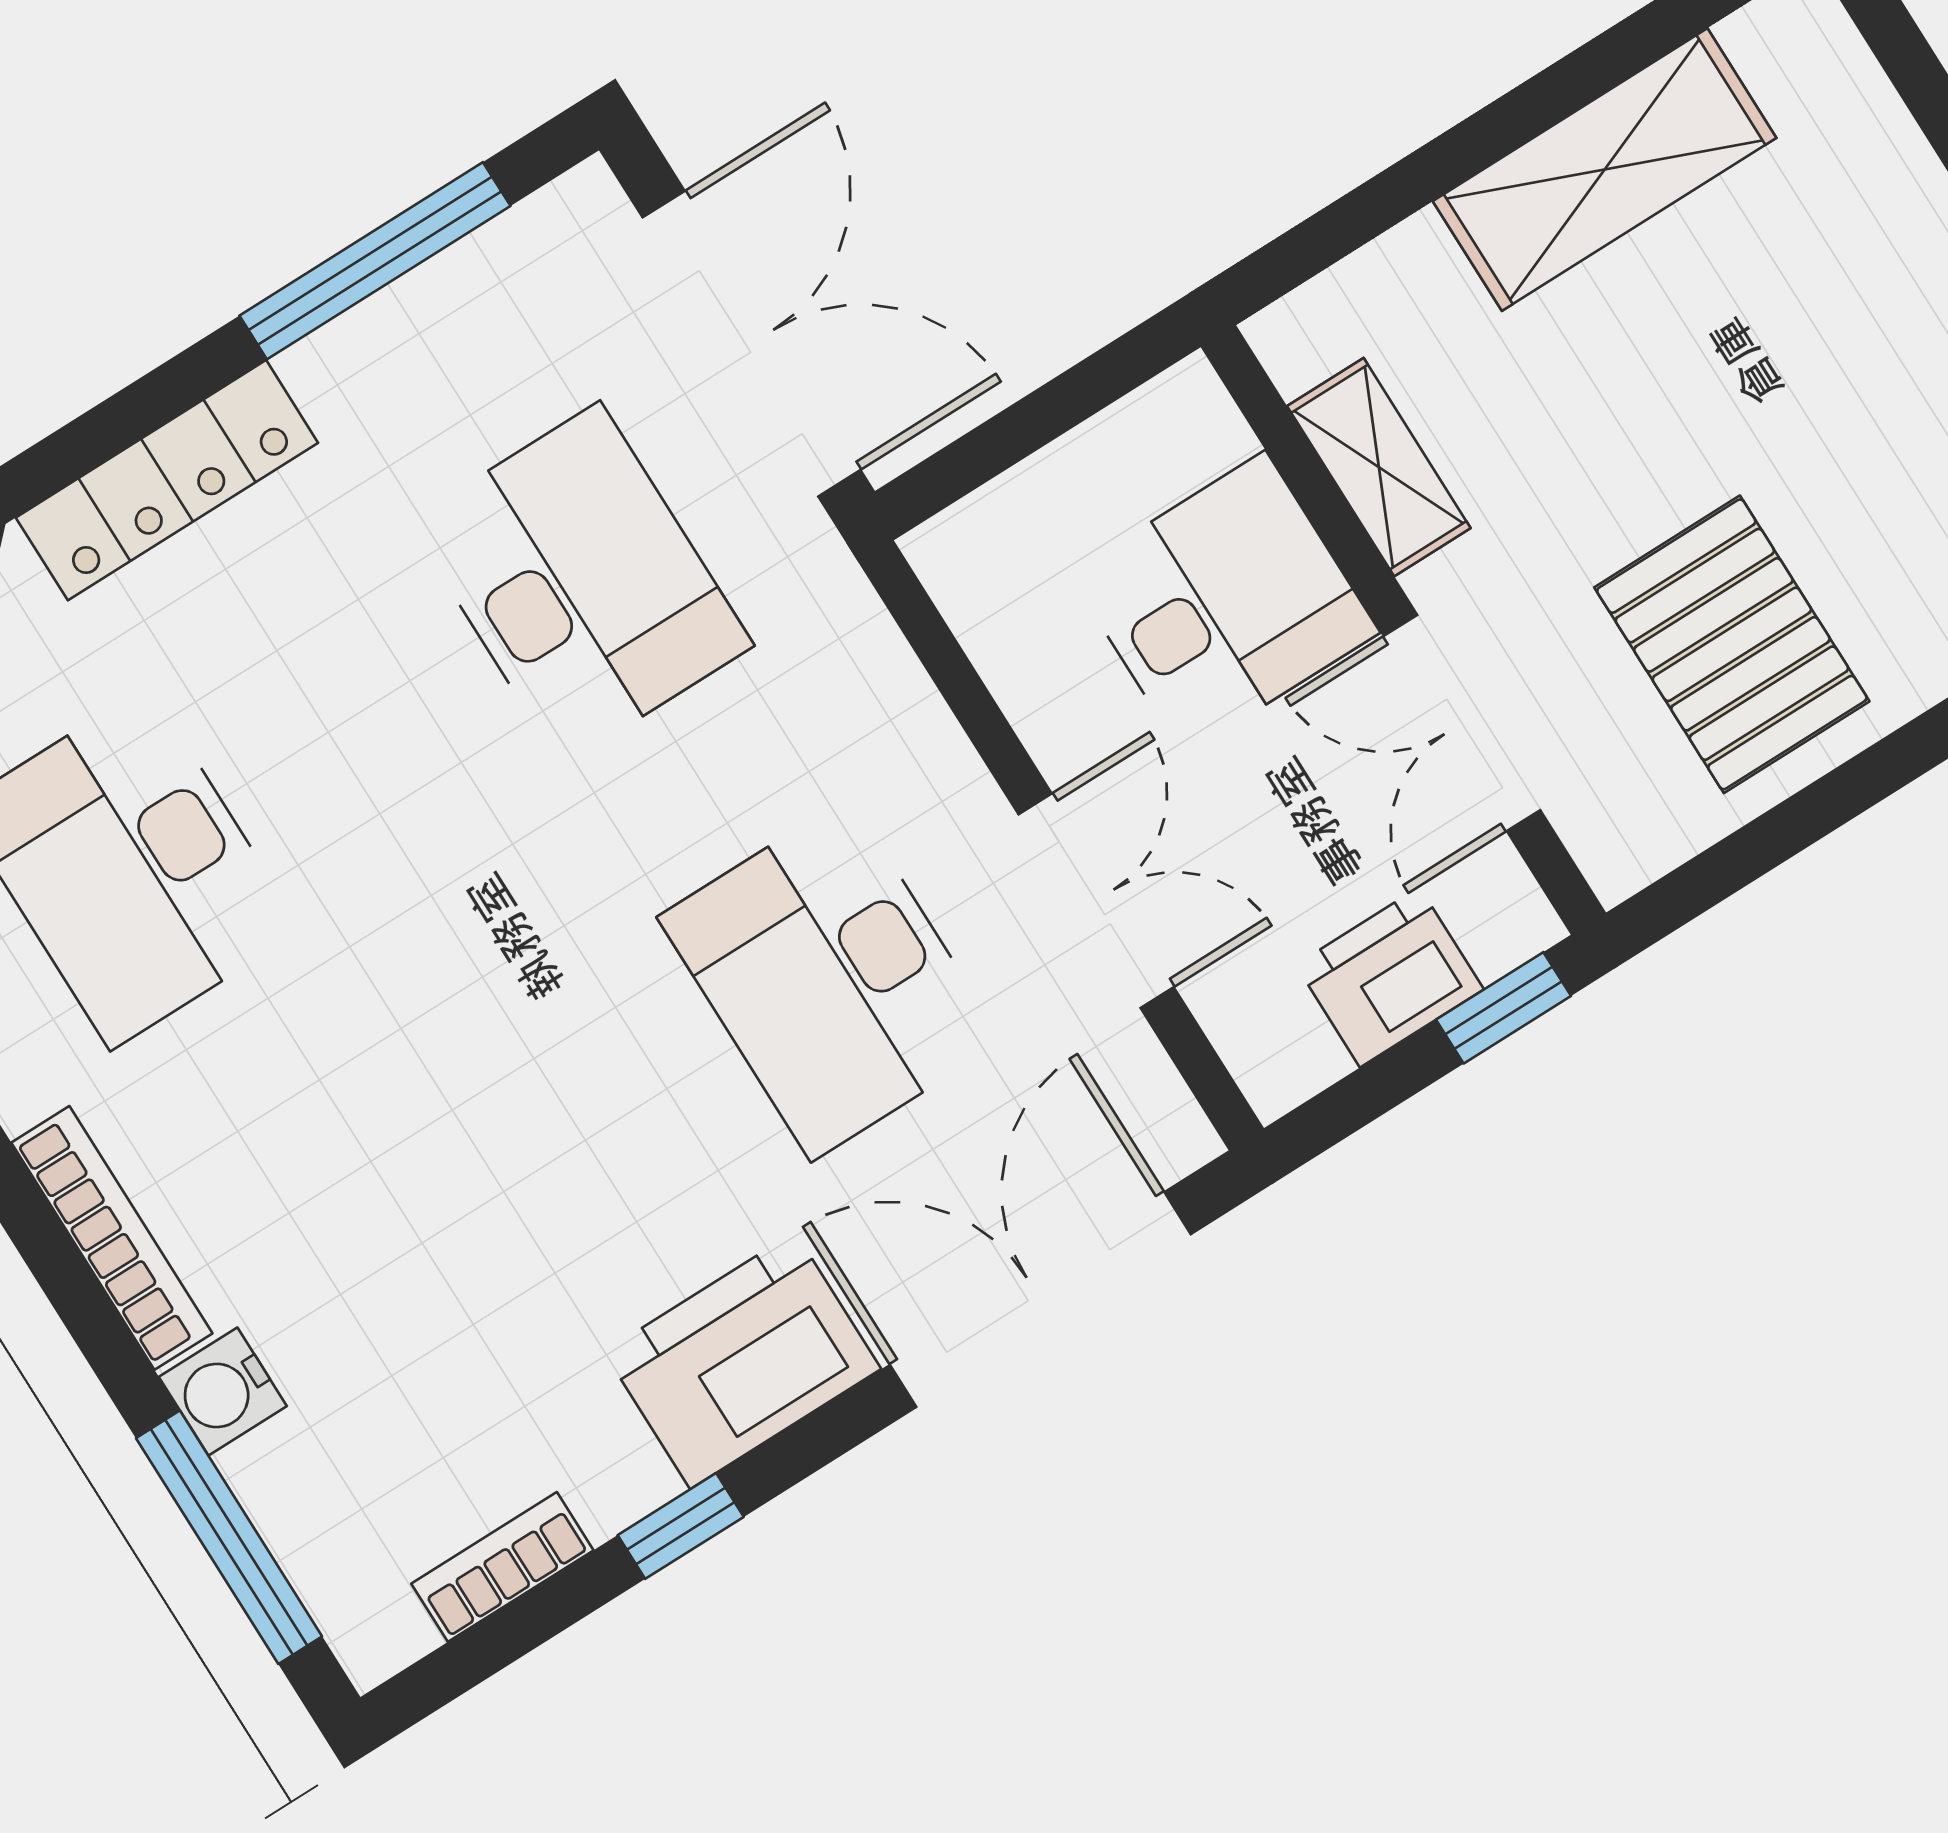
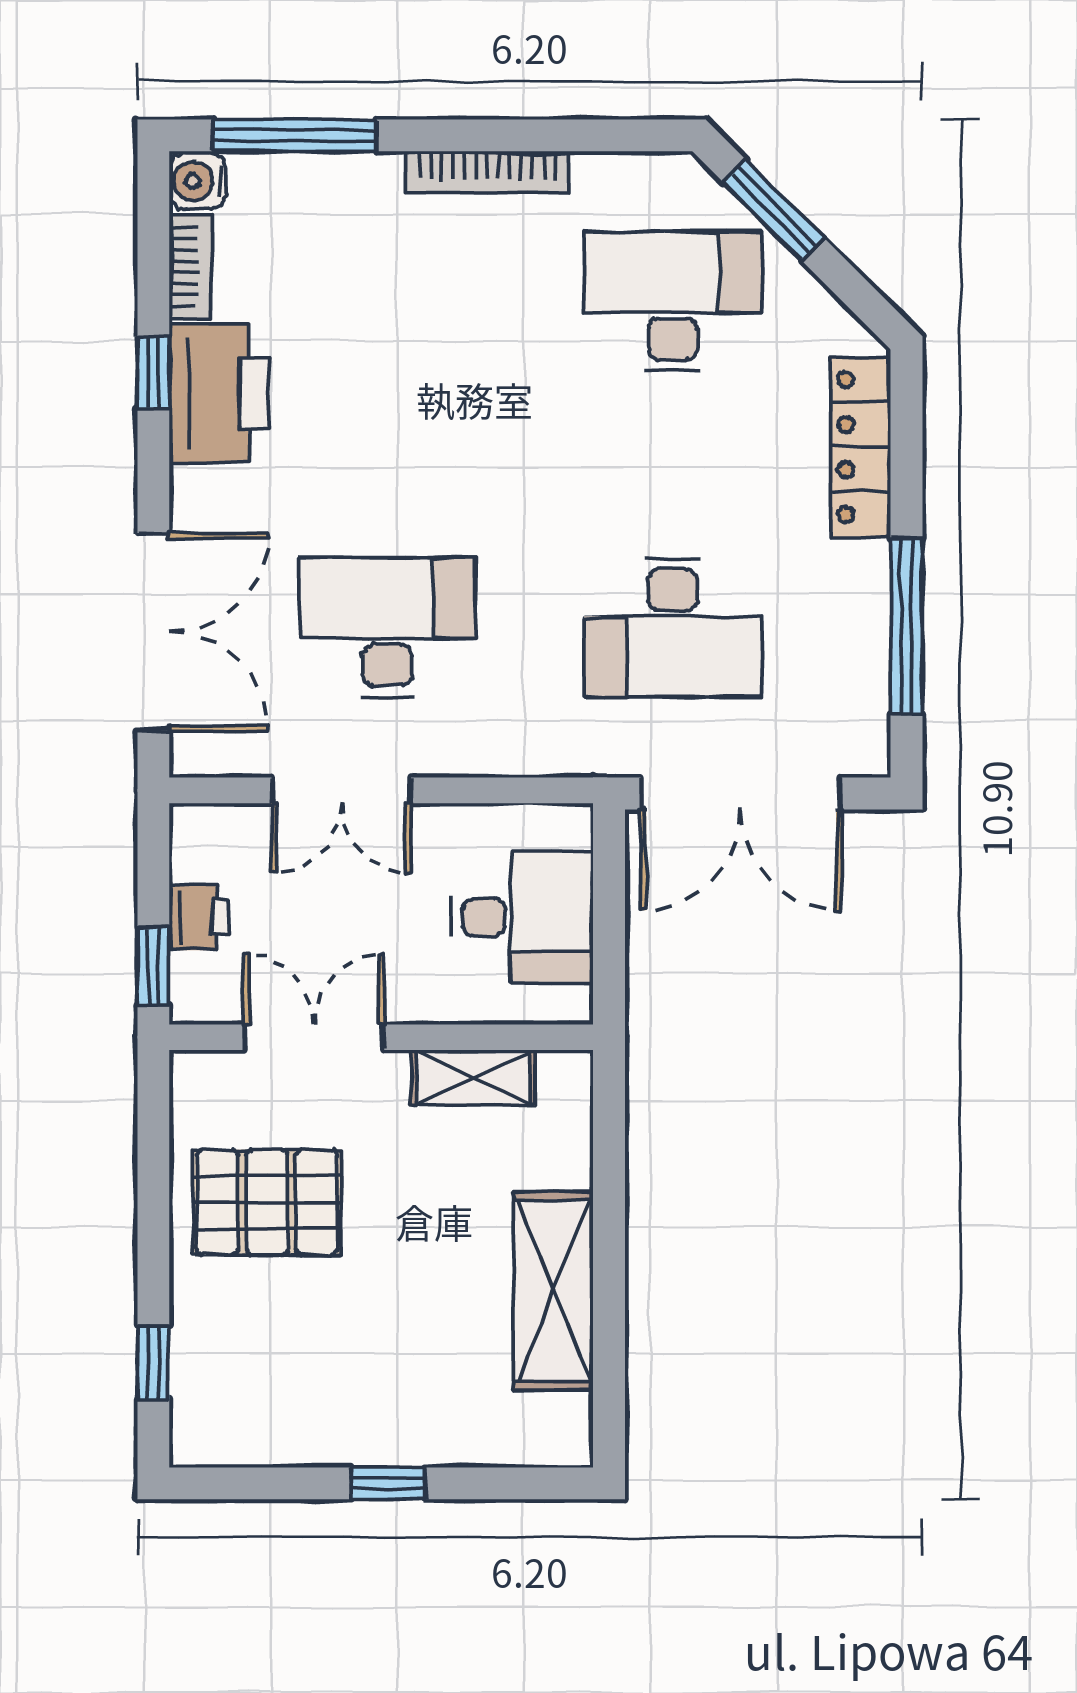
desk: (1224, 603) -> (522, 918), moved, turned -90
printer: (1390, 977) -> (199, 917), width x0.73, depth x0.81
printer: (742, 1360) -> (219, 394), moved
water cooler: (223, 1392) -> (198, 181), moved, turned -90

